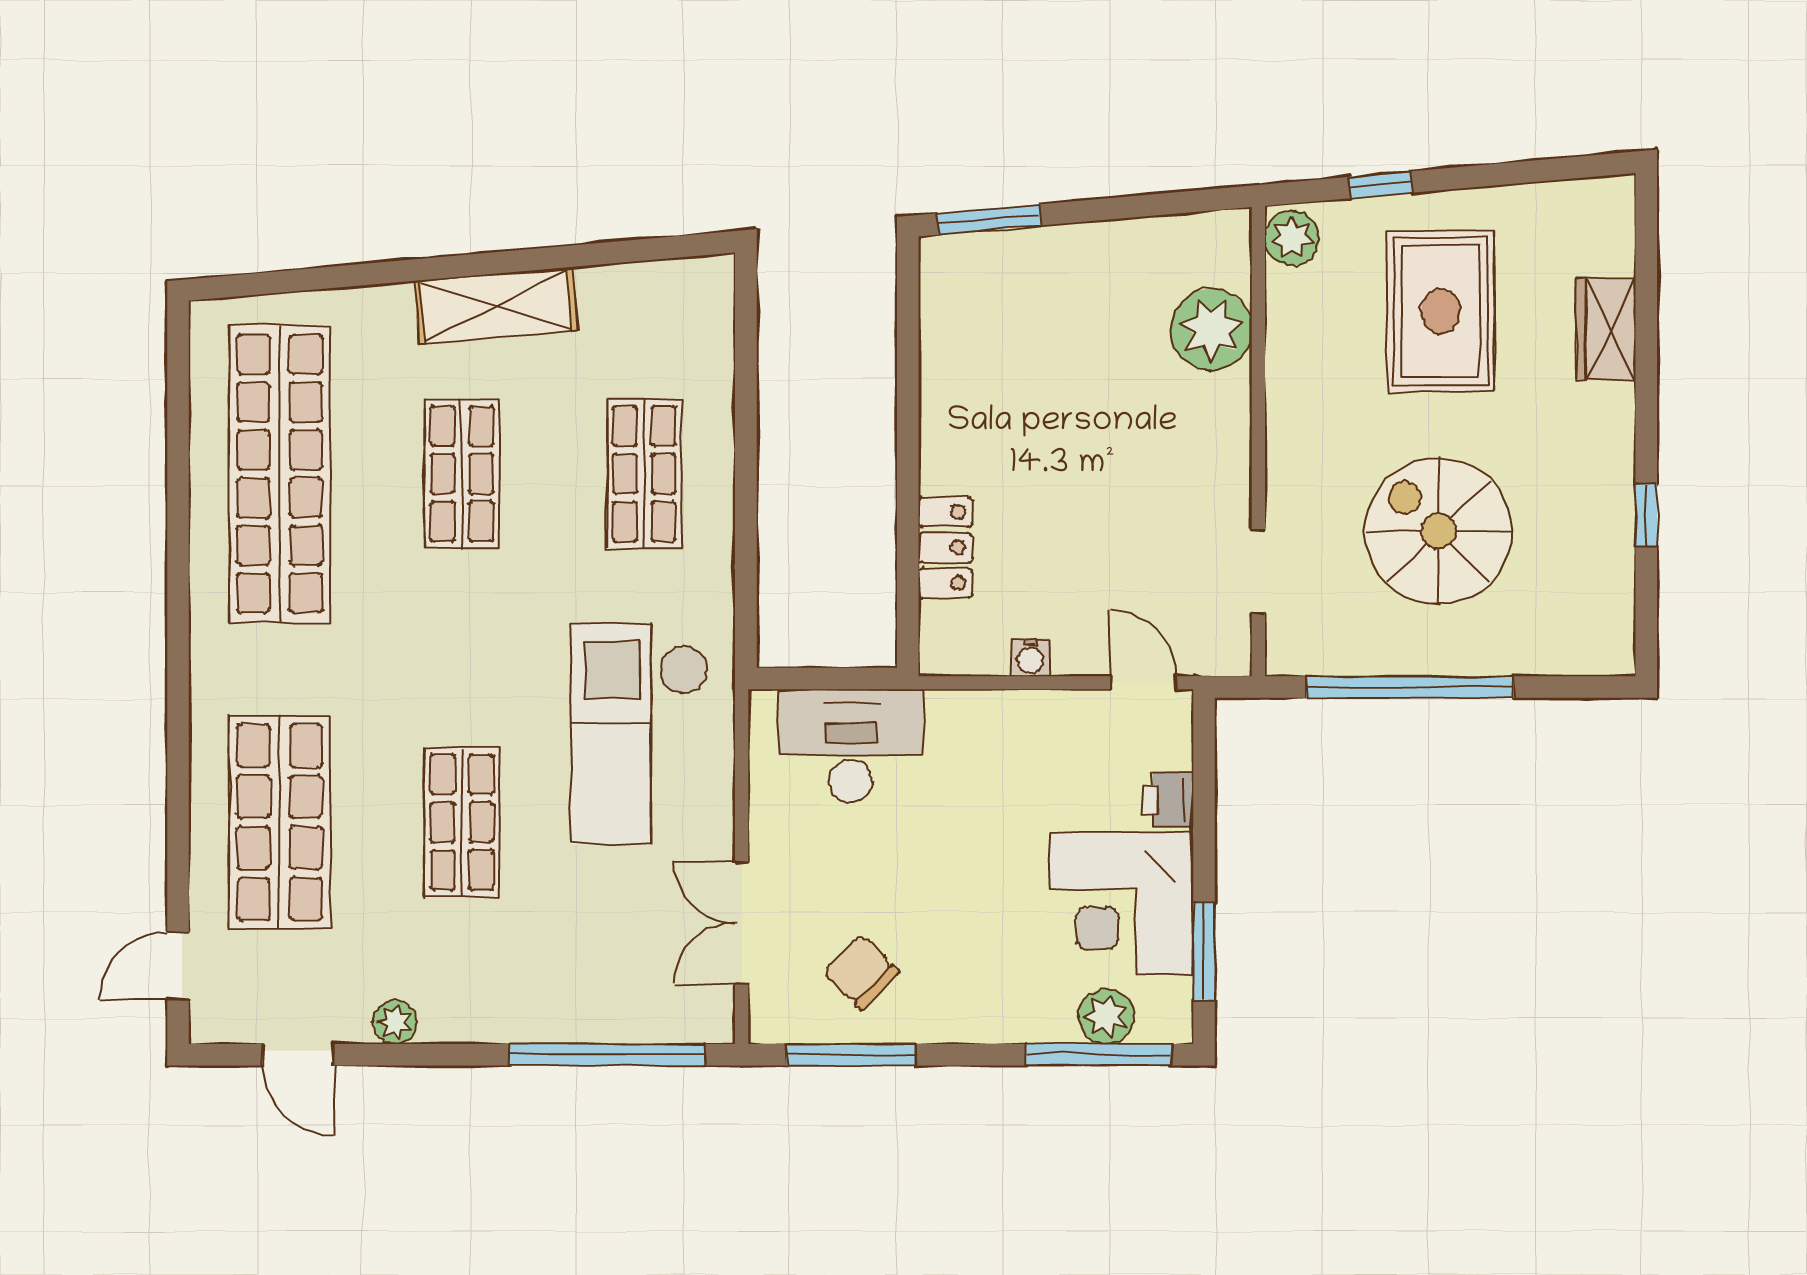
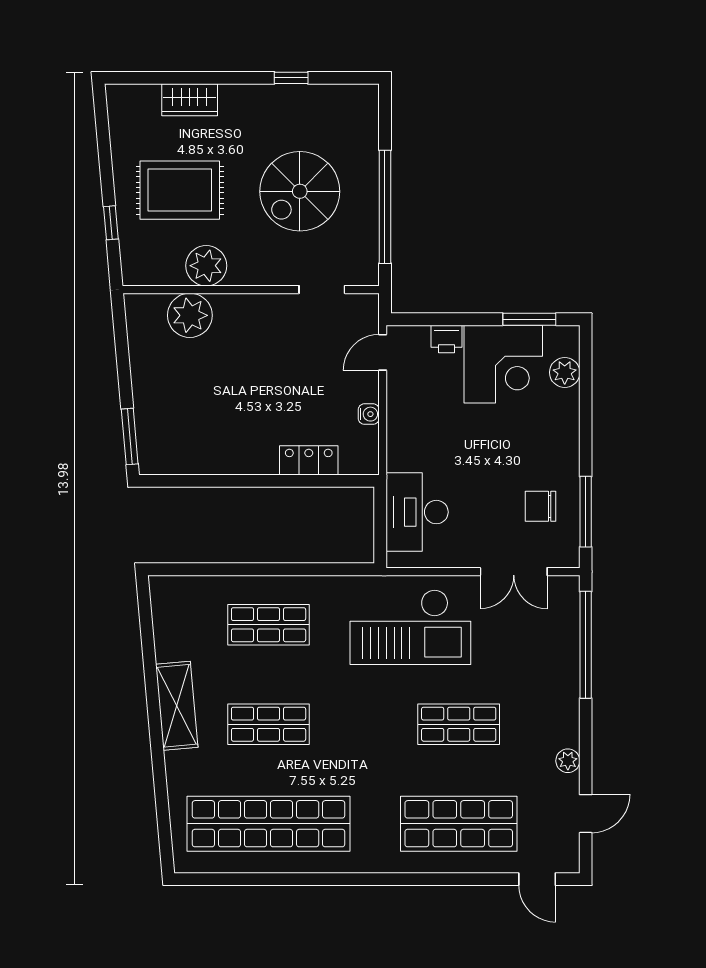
plant: (1292, 238) -> (206, 266), moved, width x1.36, depth x1.36
chair: (861, 972) -> (540, 506), turned 45
window: (1099, 1055) -> (586, 377), removed

